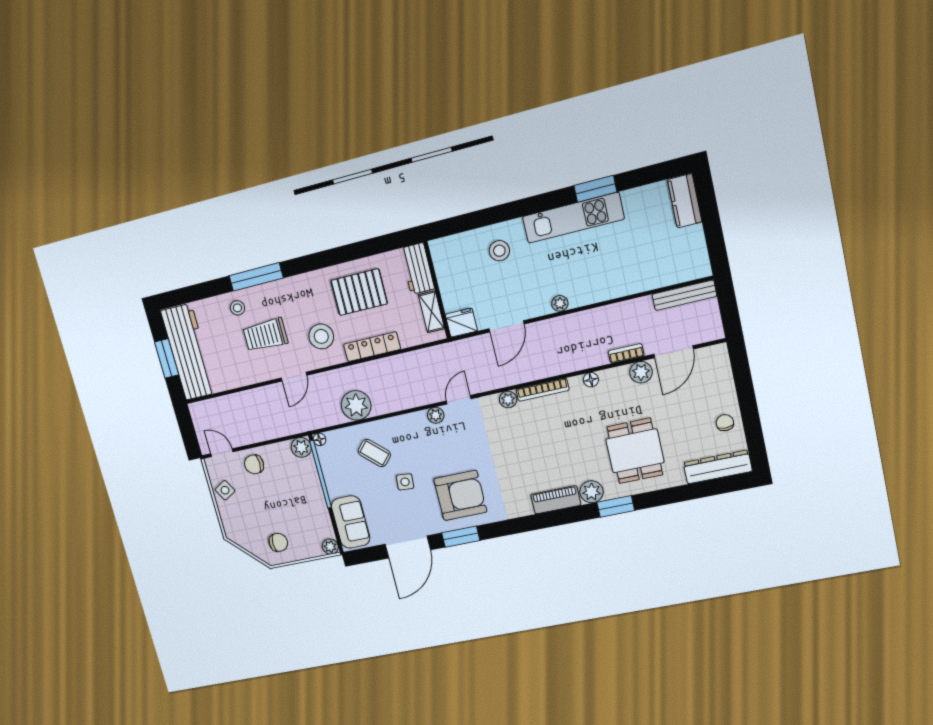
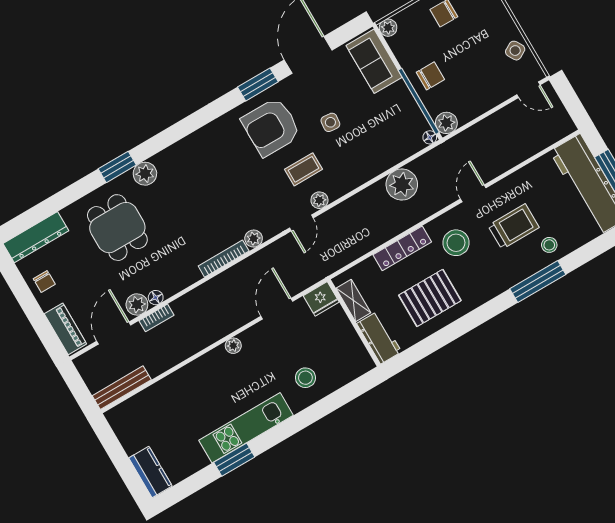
floor lamp: (591, 380) -> (156, 298), moved
coffee table: (374, 453) -> (303, 169), moved, turned -43
chair: (254, 464) -> (430, 76), moved
piano: (556, 500) -> (65, 329), moved, turned -90

